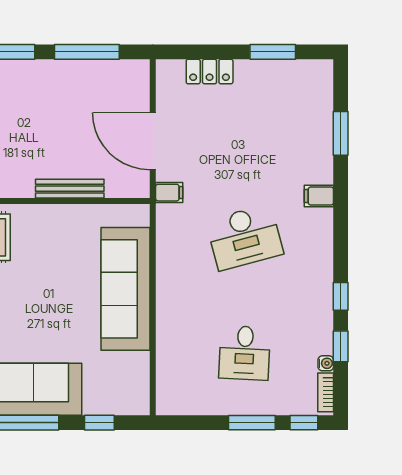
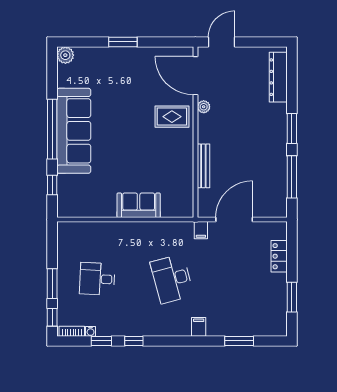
sofa: (125, 289) -> (139, 205), width x0.54, depth x0.79

